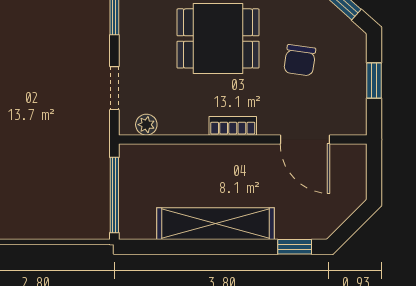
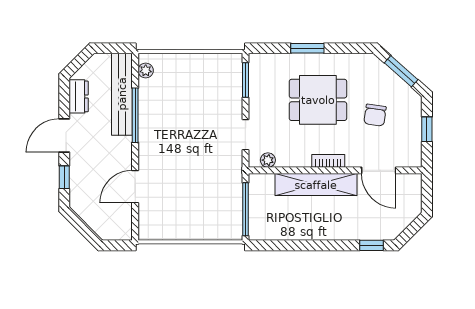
shelving: (215, 224) -> (316, 185), moved

